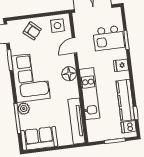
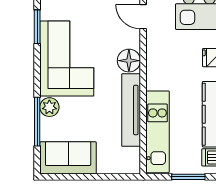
door: (74, 46) -> (143, 17), hinge flipped
kitchen unit: (90, 94) -> (157, 132), moved
tv unit: (76, 121) -> (131, 110), moved

